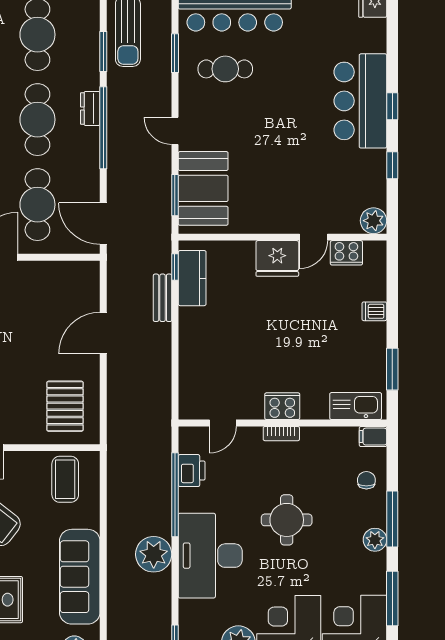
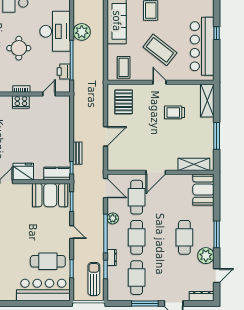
cafe table: (225, 69) -> (48, 261), width x1.37, depth x1.35
dresser: (90, 108) -> (112, 257), moved
plant: (88, 160) -> (113, 218), added
booth: (203, 188) -> (50, 195), moved, turned 90
kitchen counter: (192, 278) -> (57, 174), moved, turned 90

